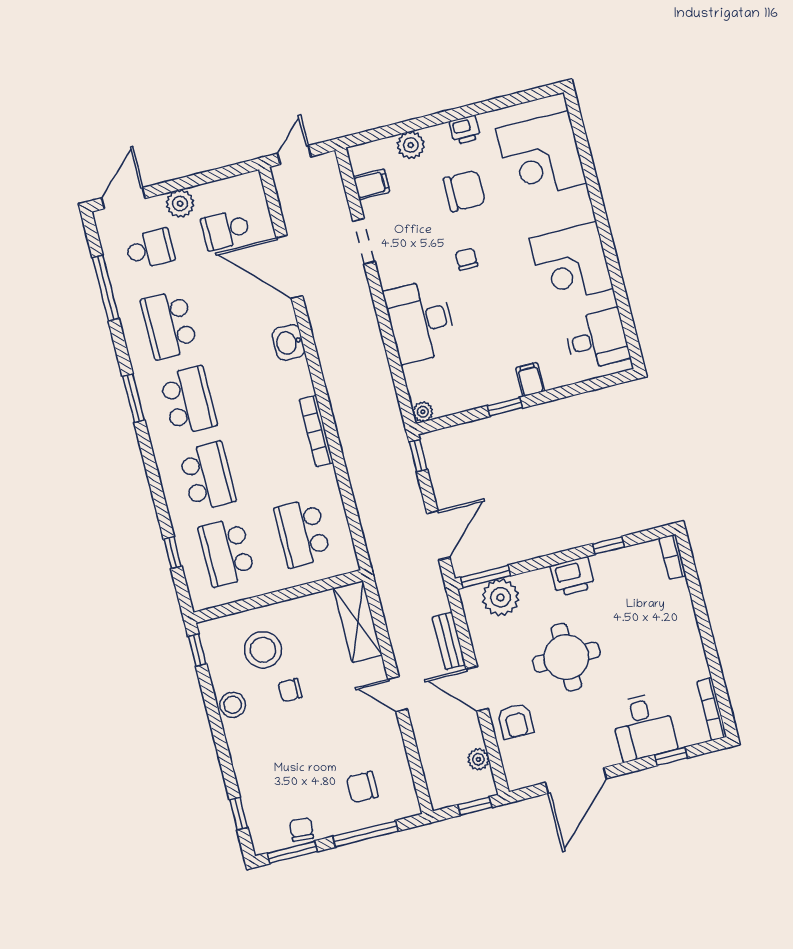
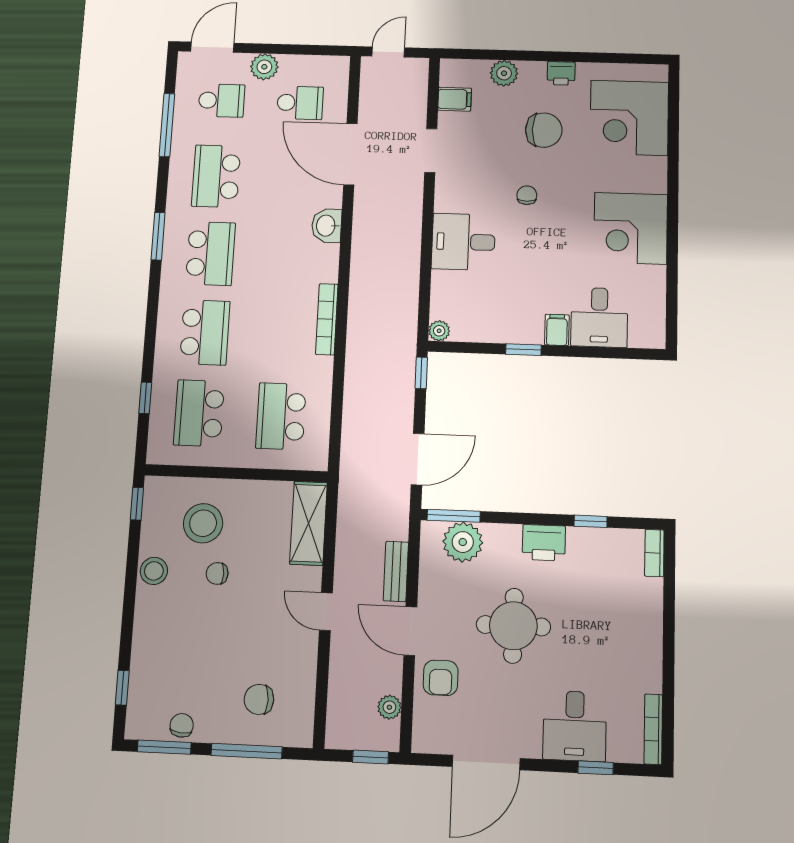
school desk: (226, 230) -> (300, 103), turned 180
desk: (420, 321) -> (463, 242), width x0.73
desk: (597, 340) -> (599, 317), moved, turned 90

